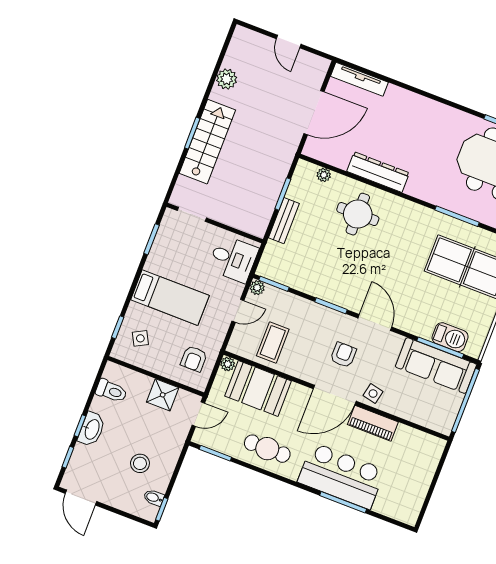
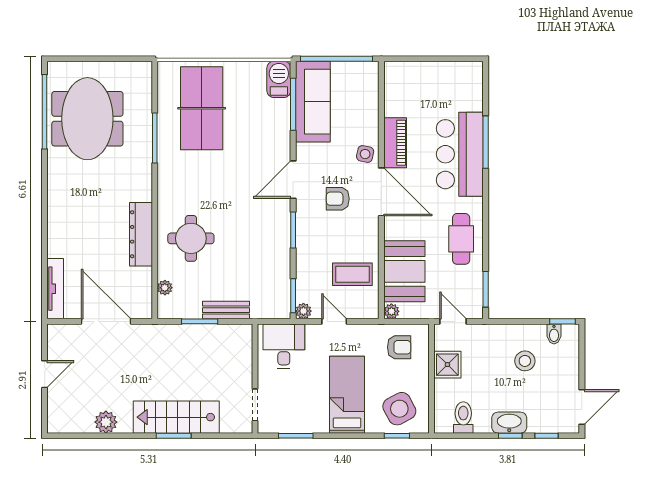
barbecue: (450, 337) -> (279, 79), moved
side table: (140, 338) -> (399, 409), width x1.87, depth x1.87

